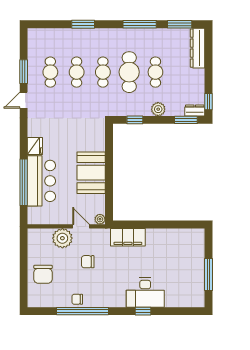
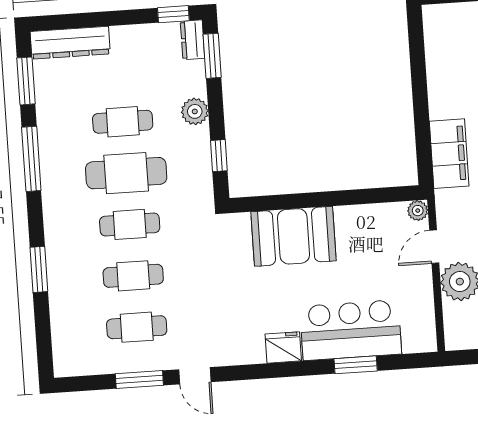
booth: (91, 173) -> (293, 236), moved
window: (24, 182) -> (356, 365), width x0.47

